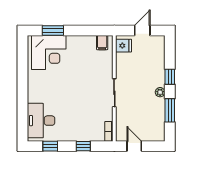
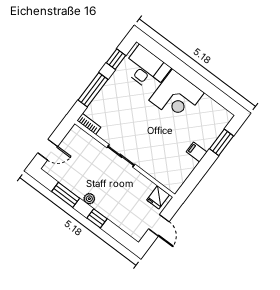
filing cabinet: (102, 43) -> (197, 152), moved
corner desk: (49, 52) -> (177, 96), moved, turned -90
window: (83, 146) -> (93, 90), width x2.17
door: (134, 146) -> (48, 150), moved

